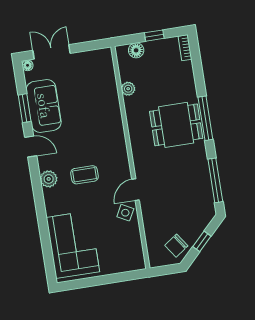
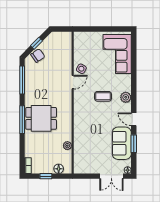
chair: (176, 246) -> (38, 56), moved

